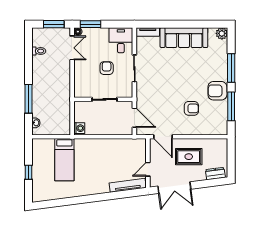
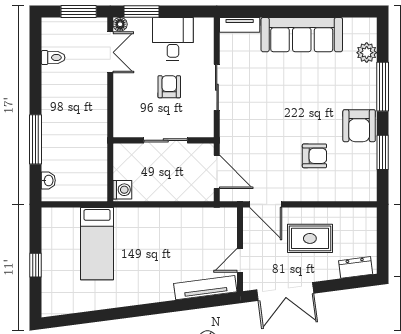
plant: (222, 33) -> (367, 53), moved
desk: (121, 40) -> (173, 39), moved
armchair: (217, 91) -> (359, 126), turned -90
window: (231, 106) -> (383, 152), width x0.69

